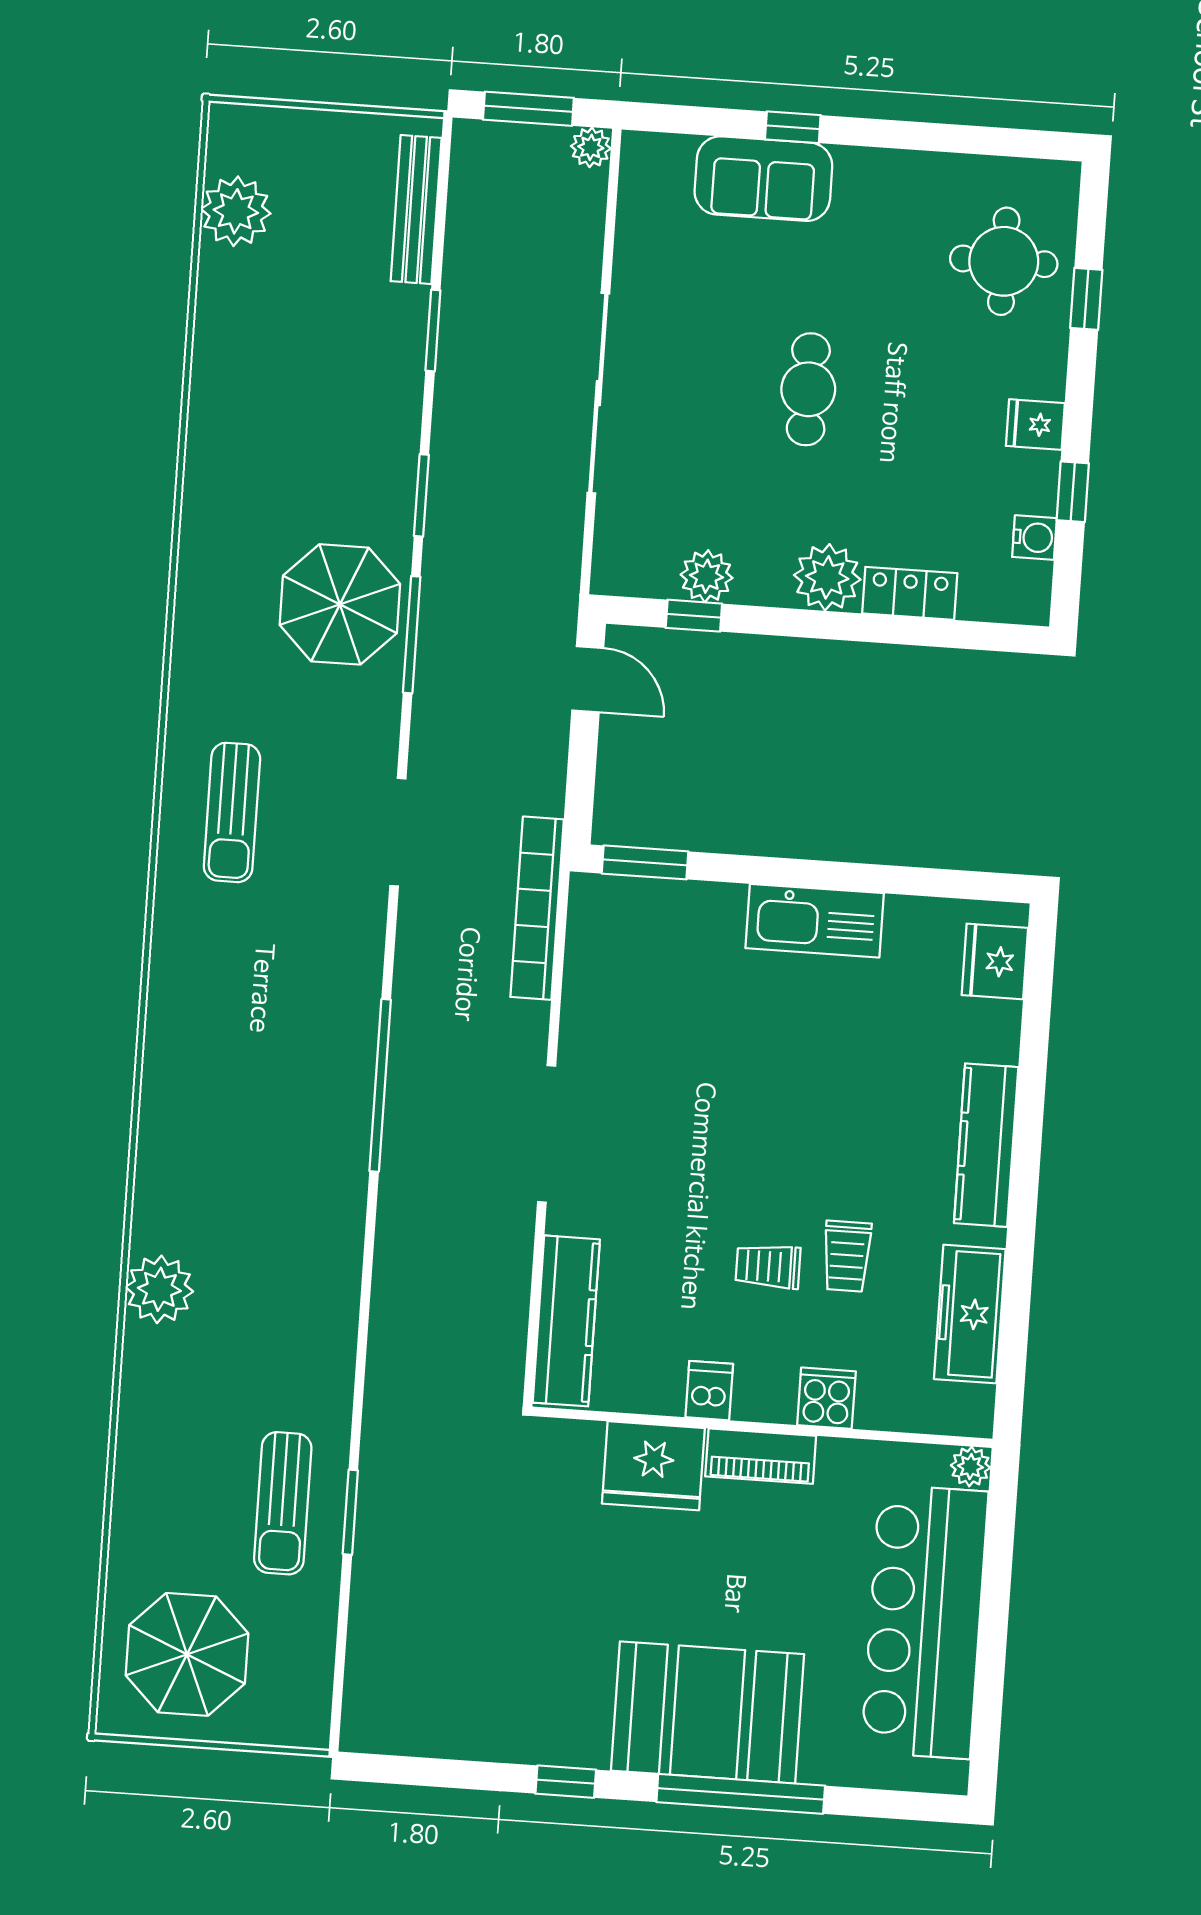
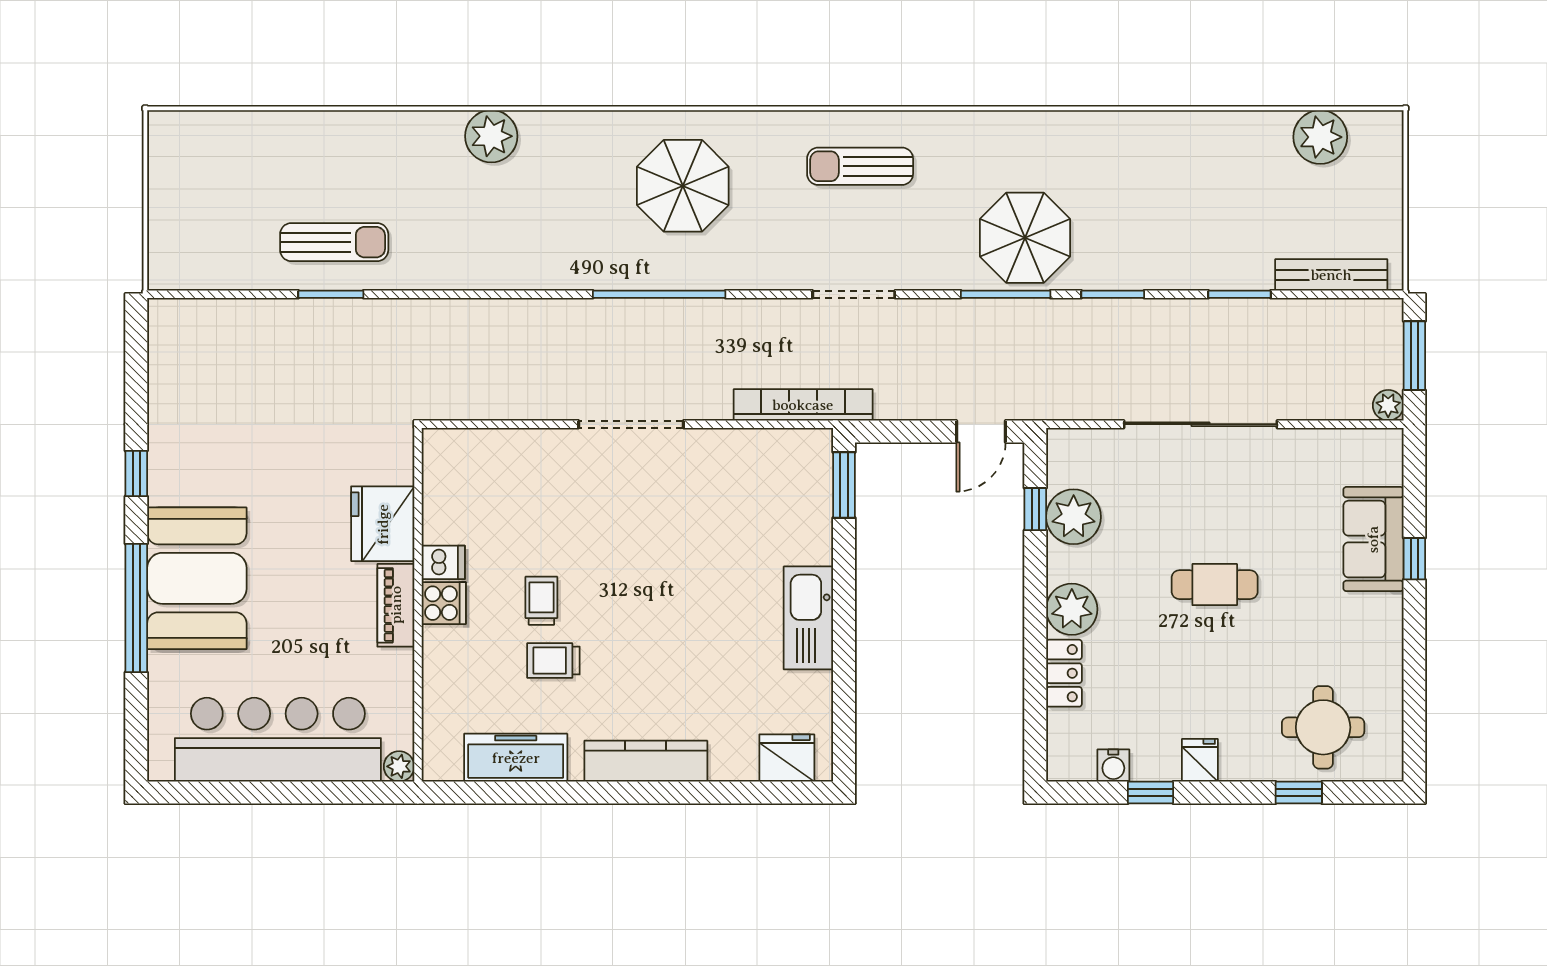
plant: (707, 576) -> (1074, 517), width x1.36, depth x1.36
kitchen counter: (566, 1321) -> (489, 449), removed
cooker: (826, 1398) -> (444, 603), moved
sun lounger: (283, 1503) -> (334, 242), turned 180
parasol: (187, 1654) -> (683, 186), moved

